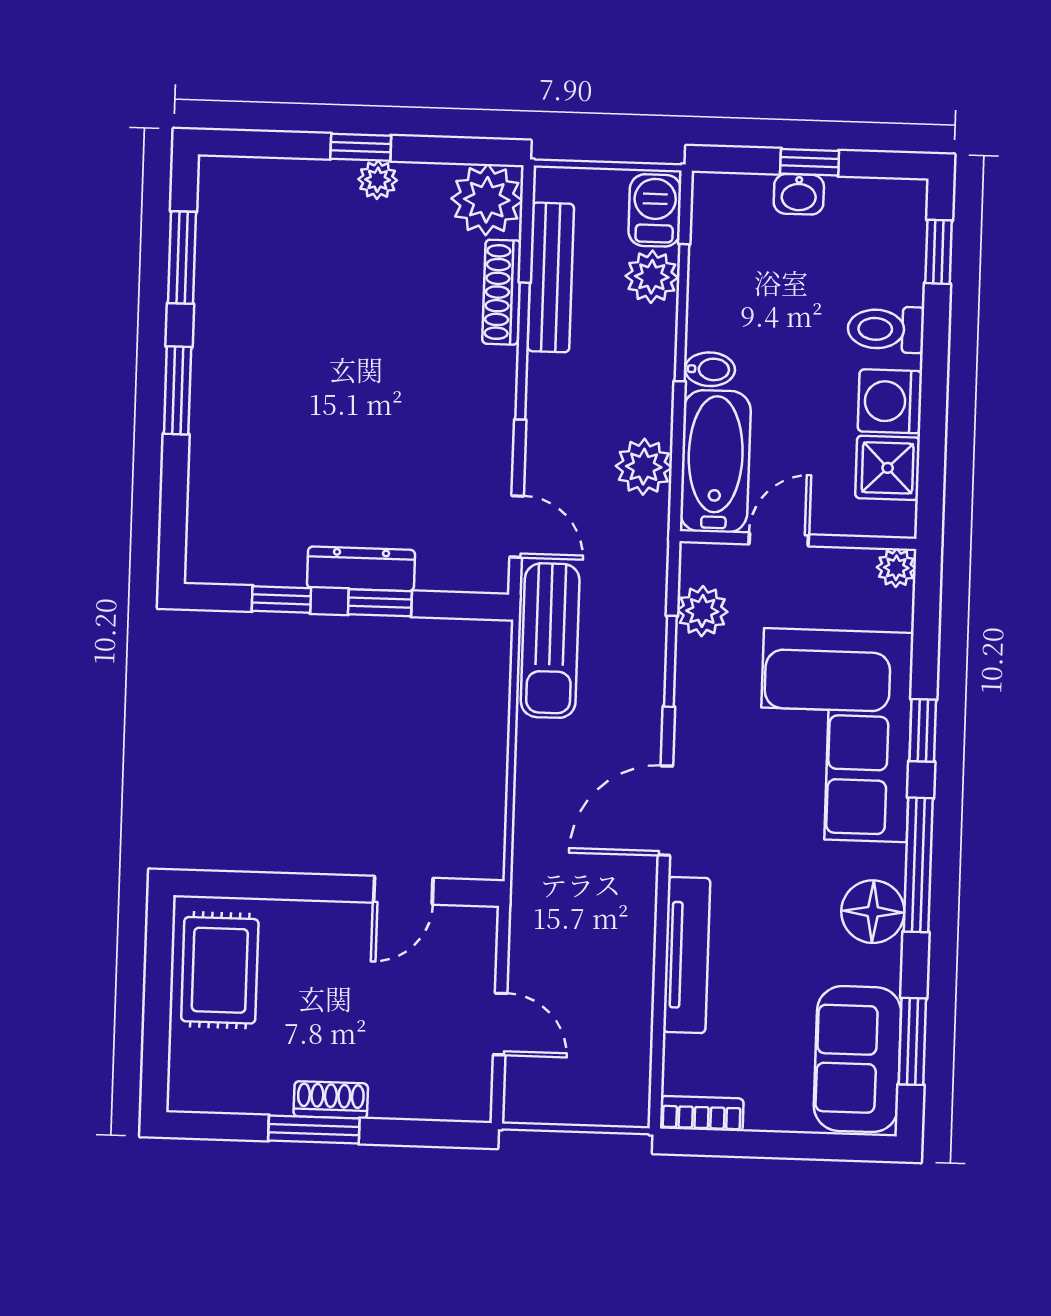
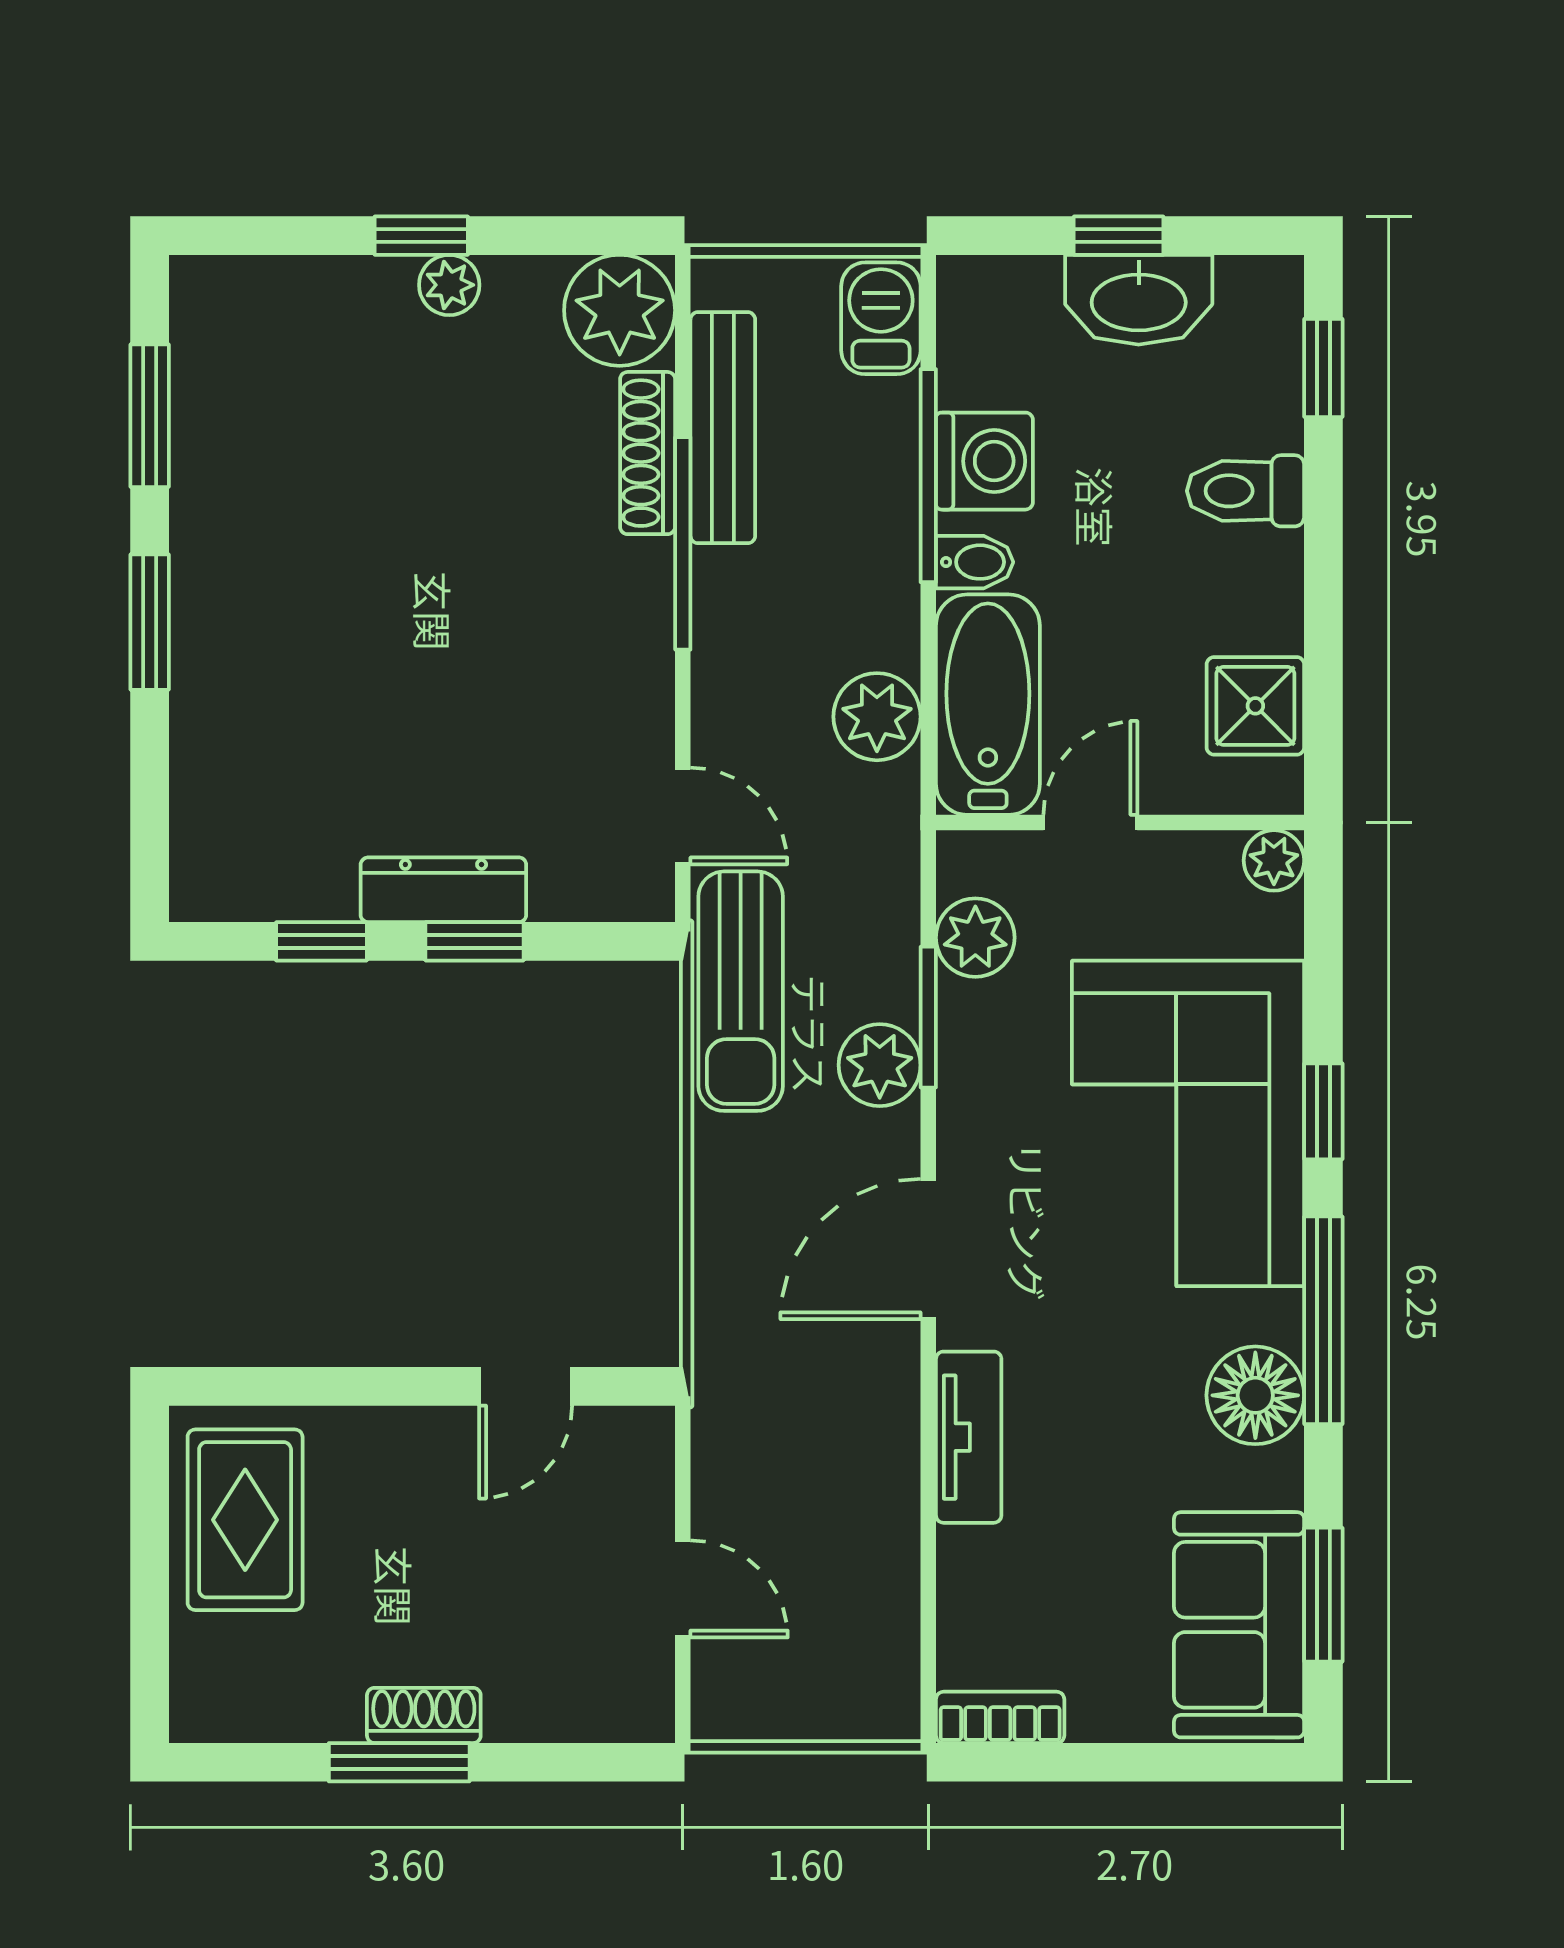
washbasin: (799, 194) -> (1139, 300), width x1.91, depth x1.45
plant: (652, 277) -> (880, 1065), moved
washing machine: (890, 401) -> (984, 461), moved, turned 180
tv unit: (687, 955) -> (969, 1437), width x0.71

